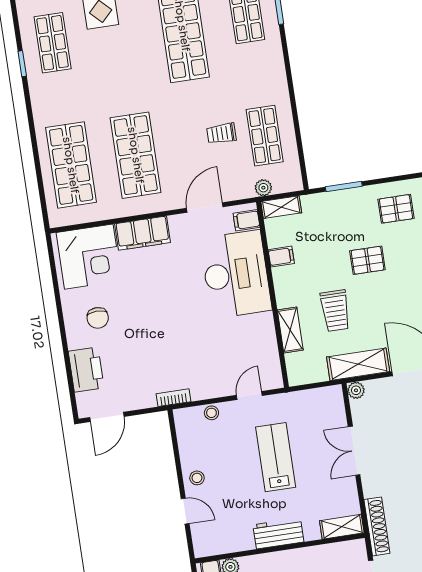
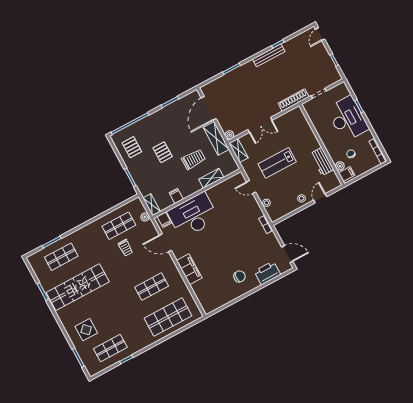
shop shelf: (136, 155) -> (152, 287), width x0.70, depth x0.74
corner desk: (89, 257) -> (211, 292), removed
shelving: (342, 527) -> (239, 151), moved
workbench: (278, 533) -> (322, 161), moved

